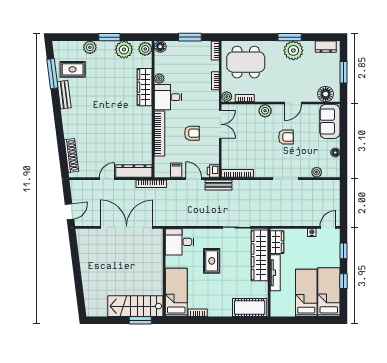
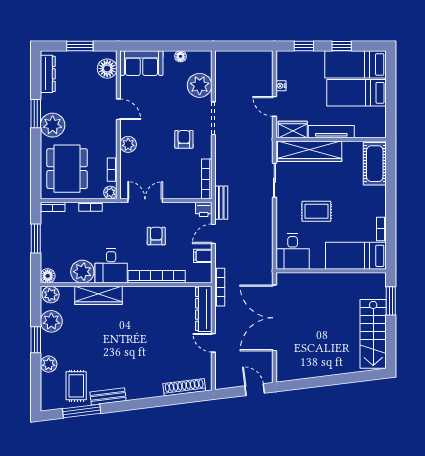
dresser: (326, 47) -> (48, 74), width x1.44
plant: (293, 50) -> (53, 125), moved
plant: (159, 79) -> (82, 272), width x1.87, depth x1.87
armchair: (286, 137) -> (184, 139), moved
plant: (317, 172) -> (200, 85), width x1.87, depth x1.87
door: (328, 227) -> (274, 106), moved
stairs: (135, 306) -> (373, 334), moved

